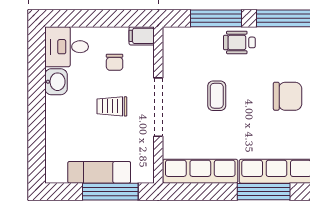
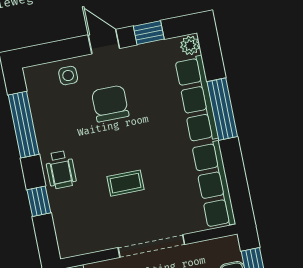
window: (216, 18) -> (39, 201), width x0.46

